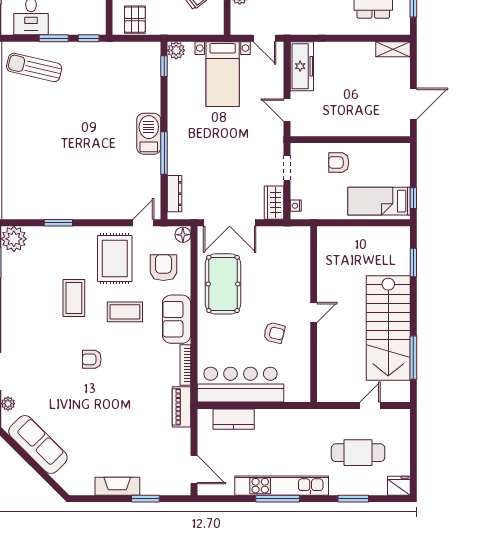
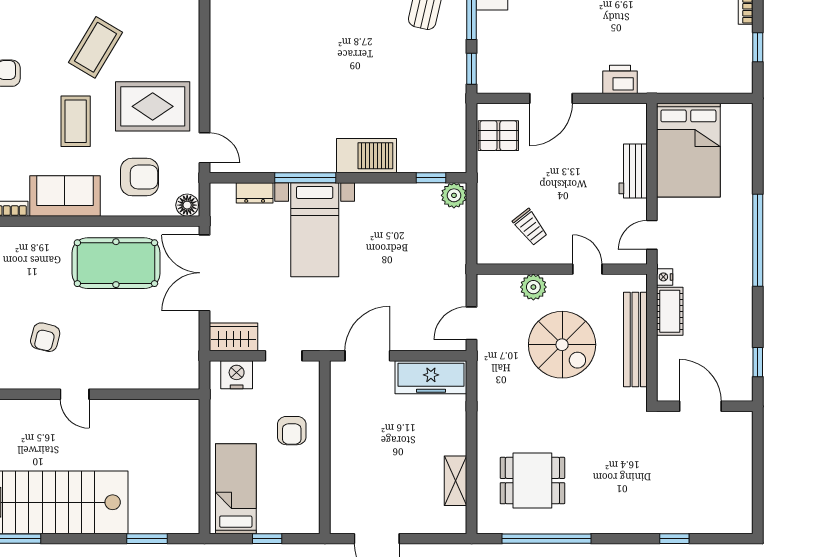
shelving: (393, 49) -> (456, 481), moved
bed with nightstands: (223, 74) -> (315, 230), moved, turned -90
door: (287, 110) -> (367, 356), width x1.38
barbecue: (149, 134) -> (366, 156), moved
armchair: (339, 162) -> (292, 431), turned 180
dresser: (174, 194) -> (255, 193), width x0.70
window: (413, 198) -> (267, 539), moved
nightstand: (296, 206) -> (237, 375), width x1.89, depth x1.79
window: (58, 223) -> (205, 25), removed
coffee table: (74, 298) -> (95, 47), turned -59

